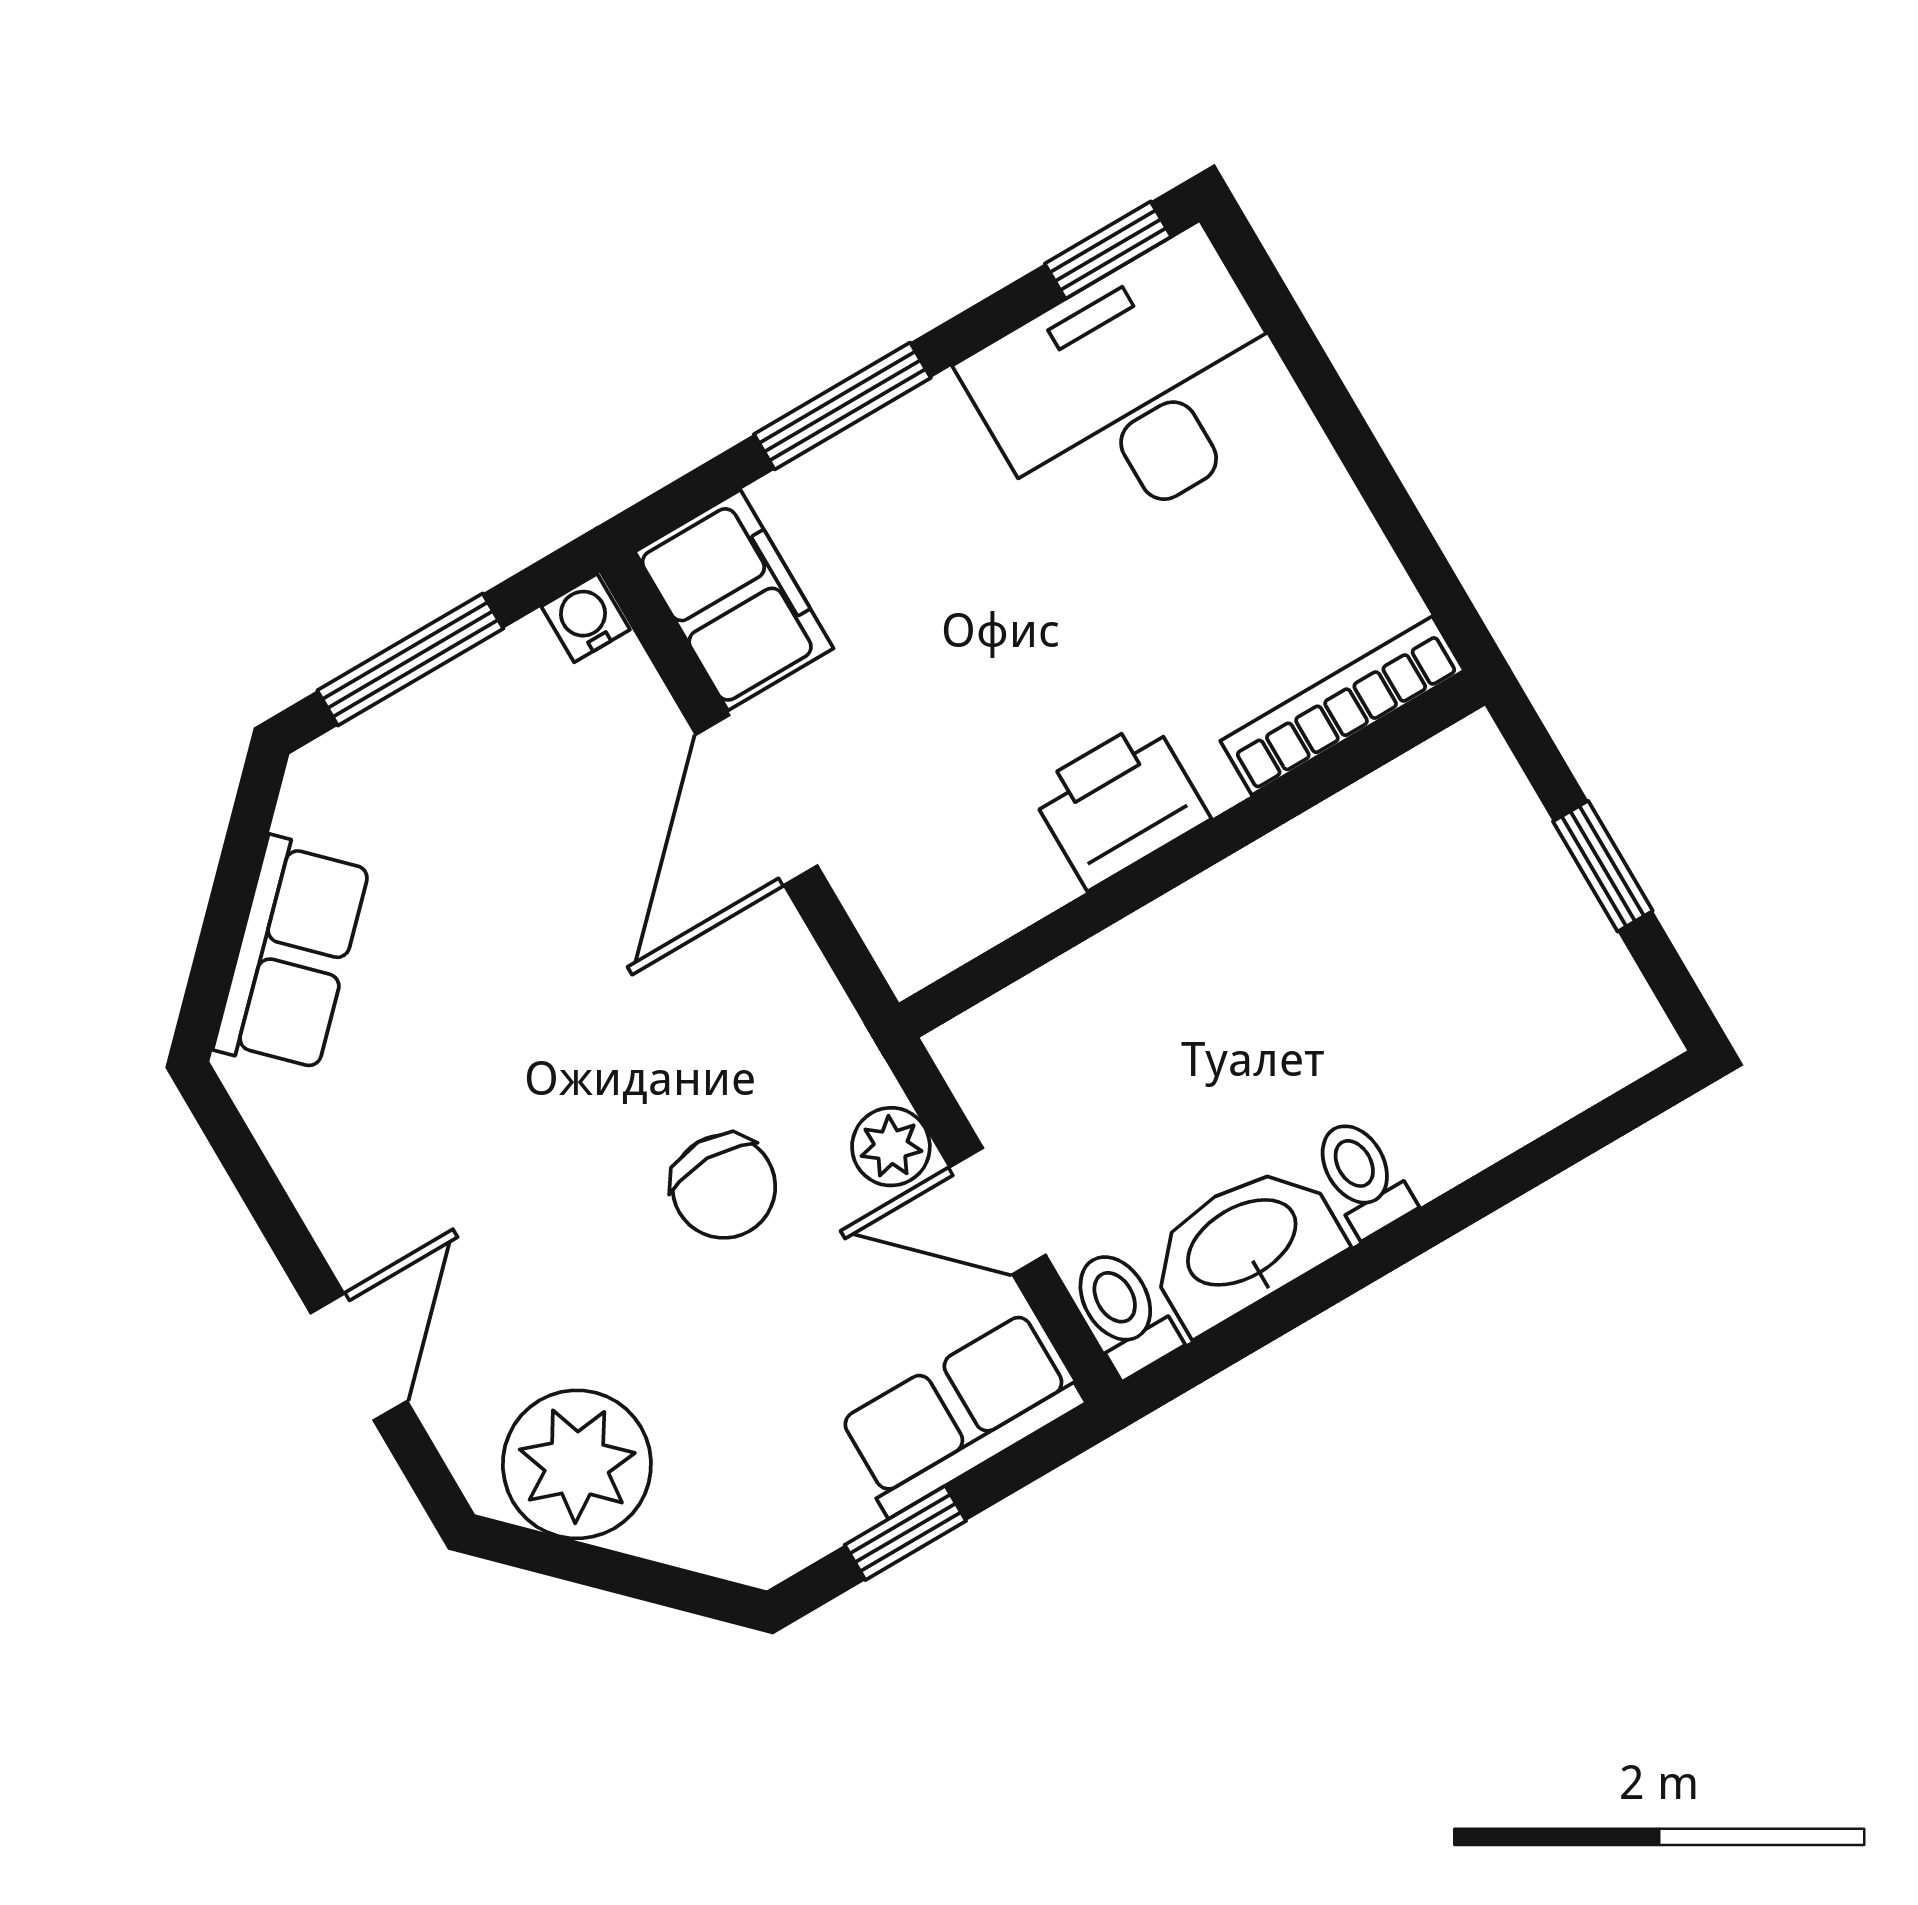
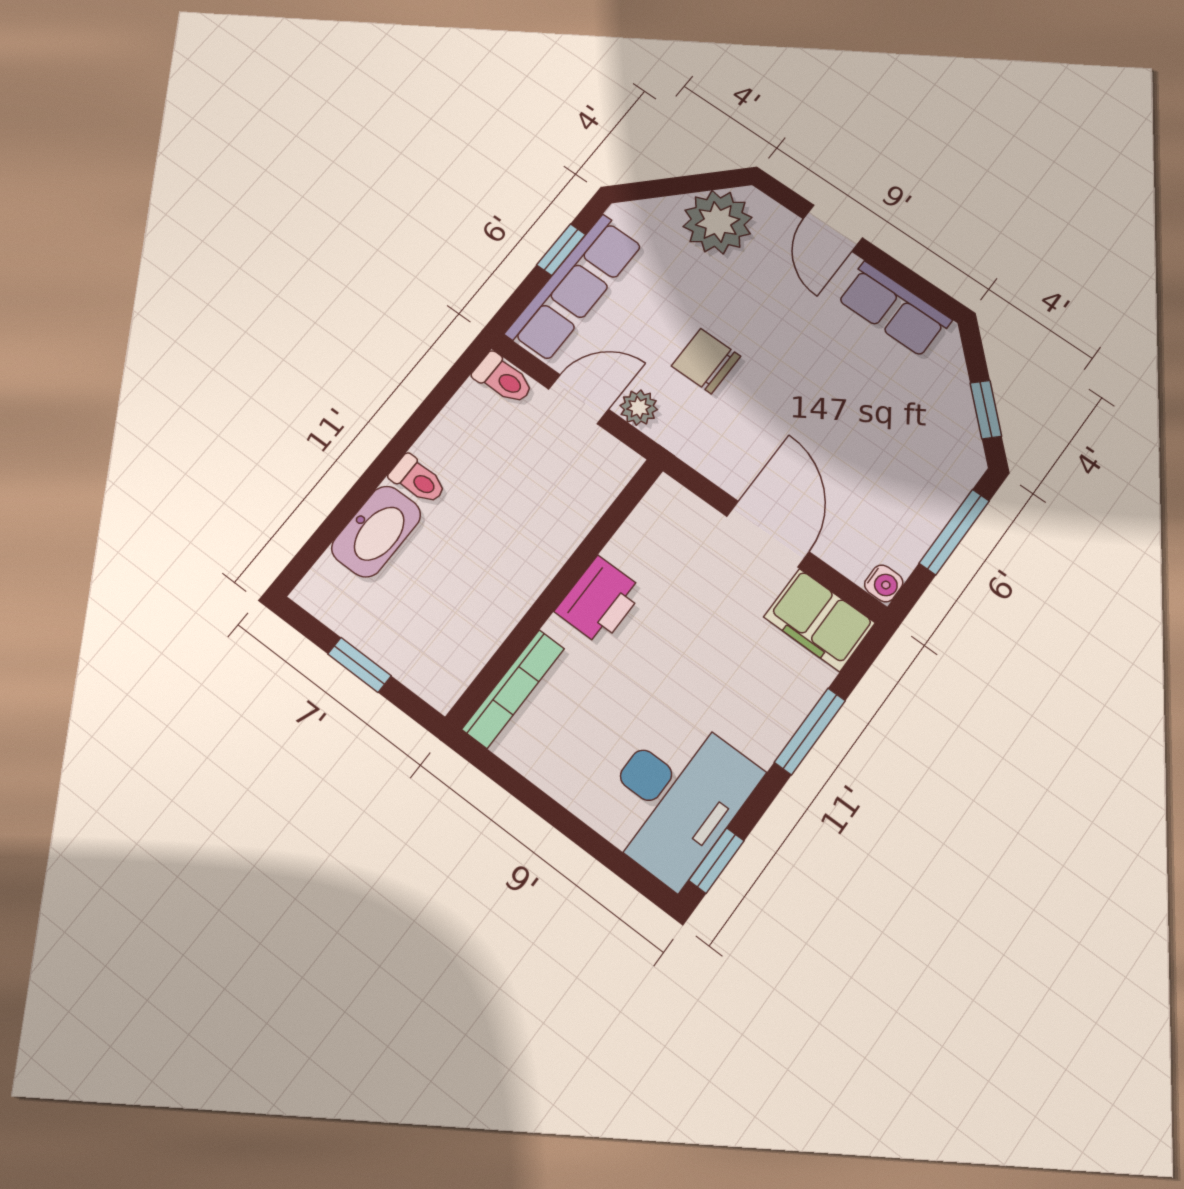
window: (238, 869) -> (986, 410), added
row of seats: (292, 955) -> (894, 309), moved, turned -45
washbasin: (1243, 1245) -> (376, 531), moved
row of seats: (960, 1414) -> (575, 288), width x1.48

